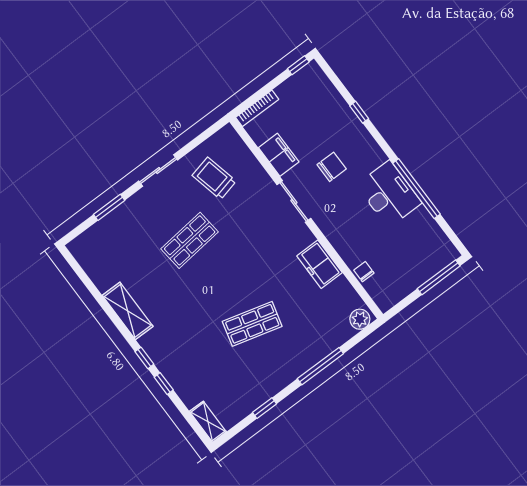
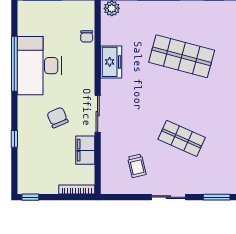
chair: (332, 167) -> (58, 118), turned 67
trolley: (214, 178) -> (137, 166), width x0.73, depth x0.72
desk: (389, 194) -> (39, 66), width x1.36, depth x1.30
shop shelf: (190, 240) -> (182, 138), turned 30
shop shelf: (252, 324) -> (182, 56), width x1.43, depth x1.36

